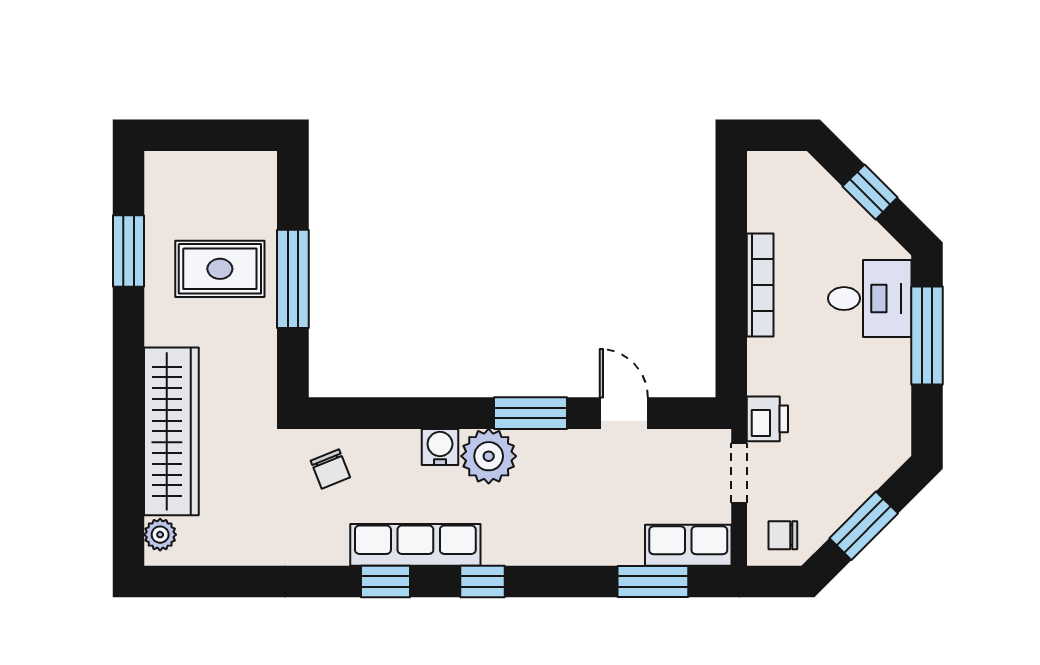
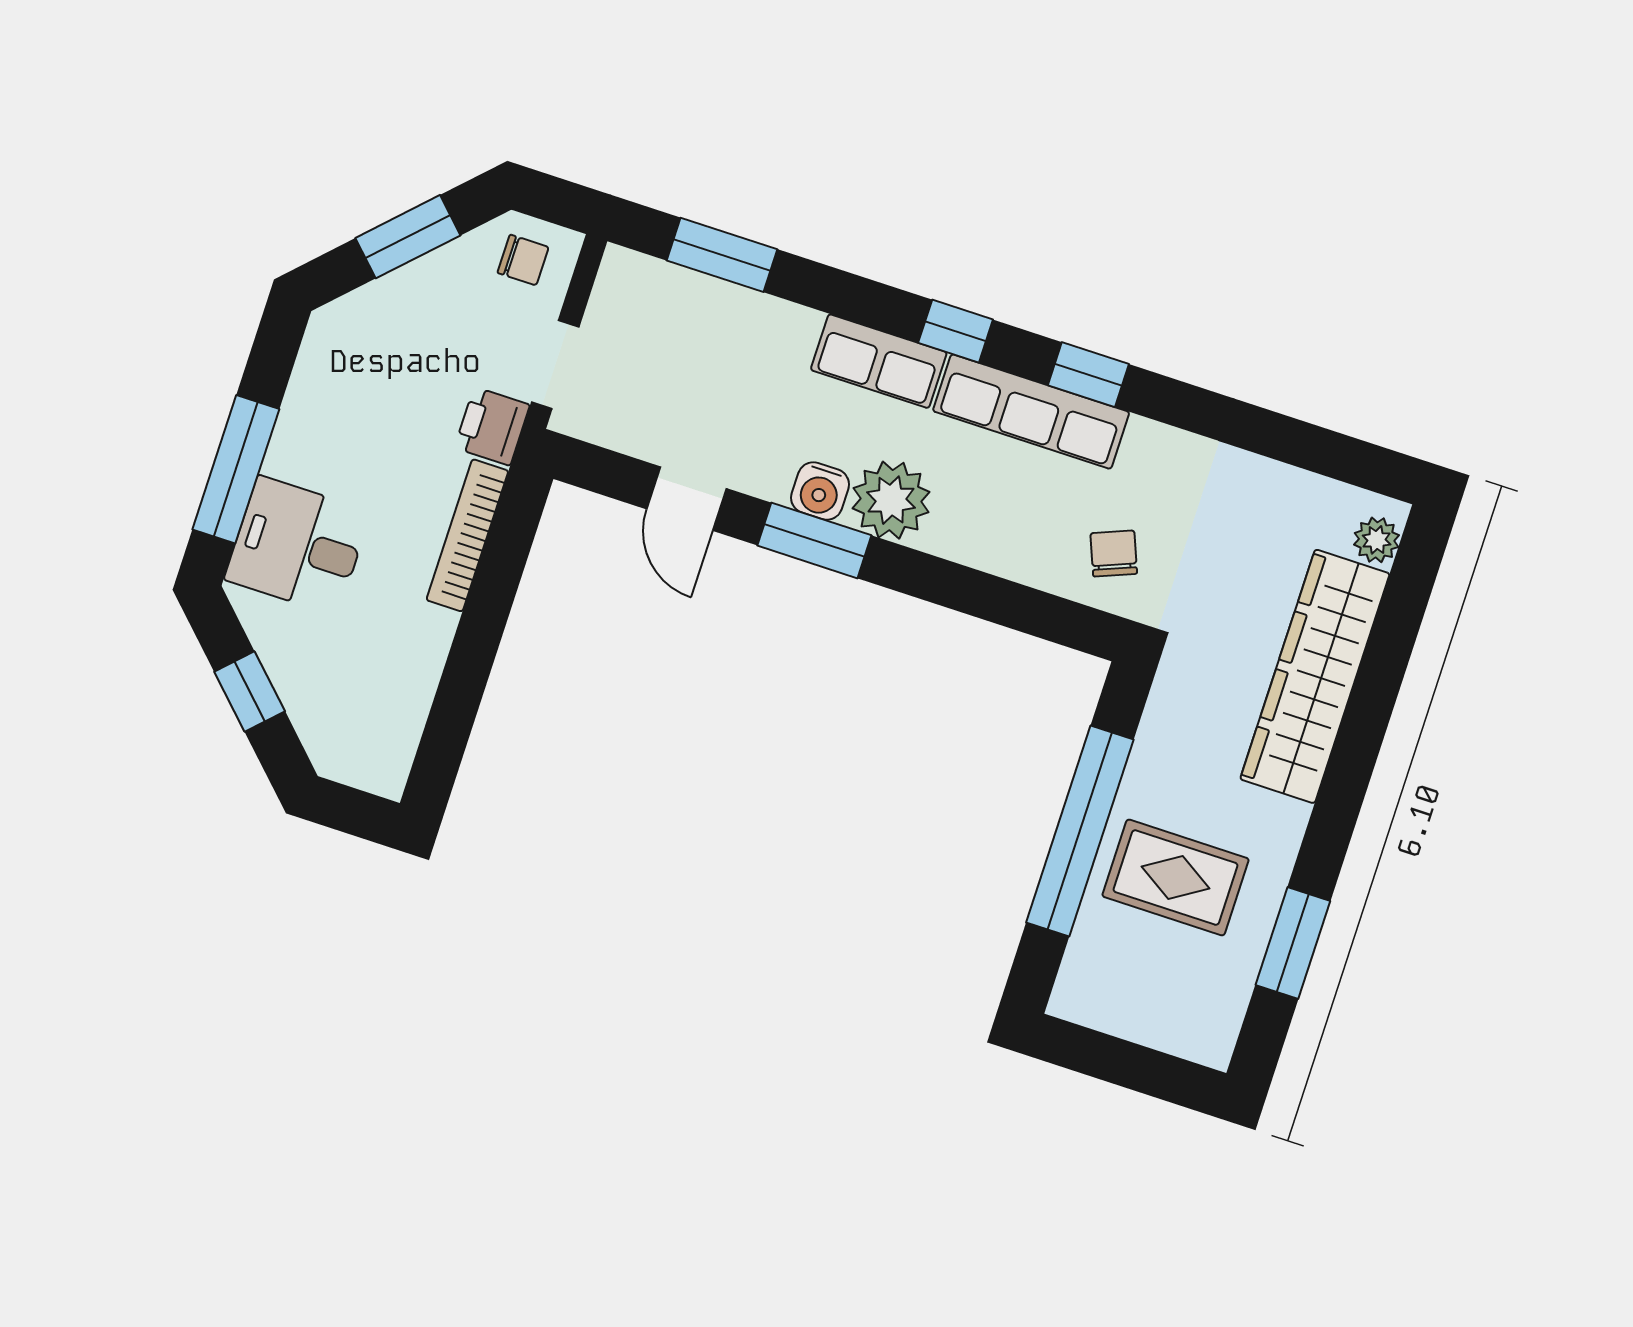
window: (293, 279) -> (1080, 831), width x1.46
bookcase: (760, 285) -> (467, 535), moved
water cooler: (440, 447) -> (820, 491), moved
row of seats: (688, 545) -> (879, 361), moved

